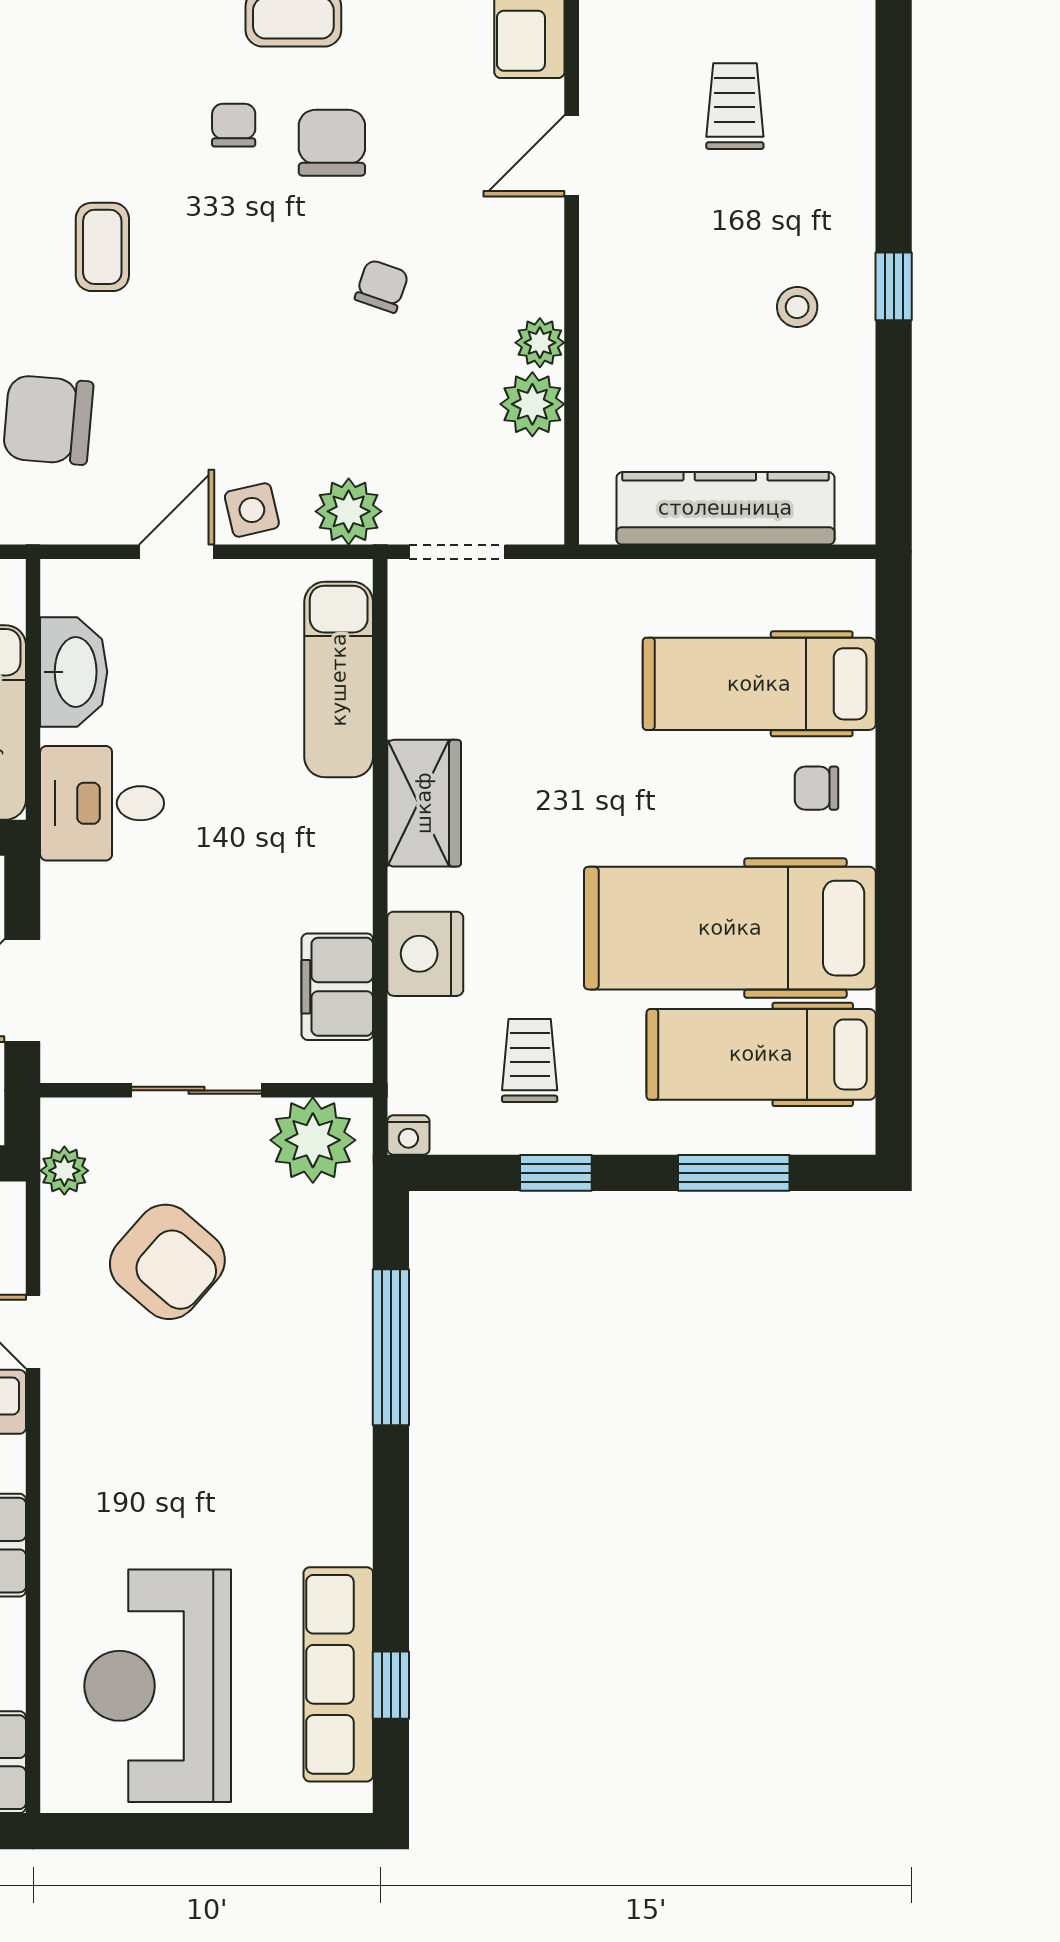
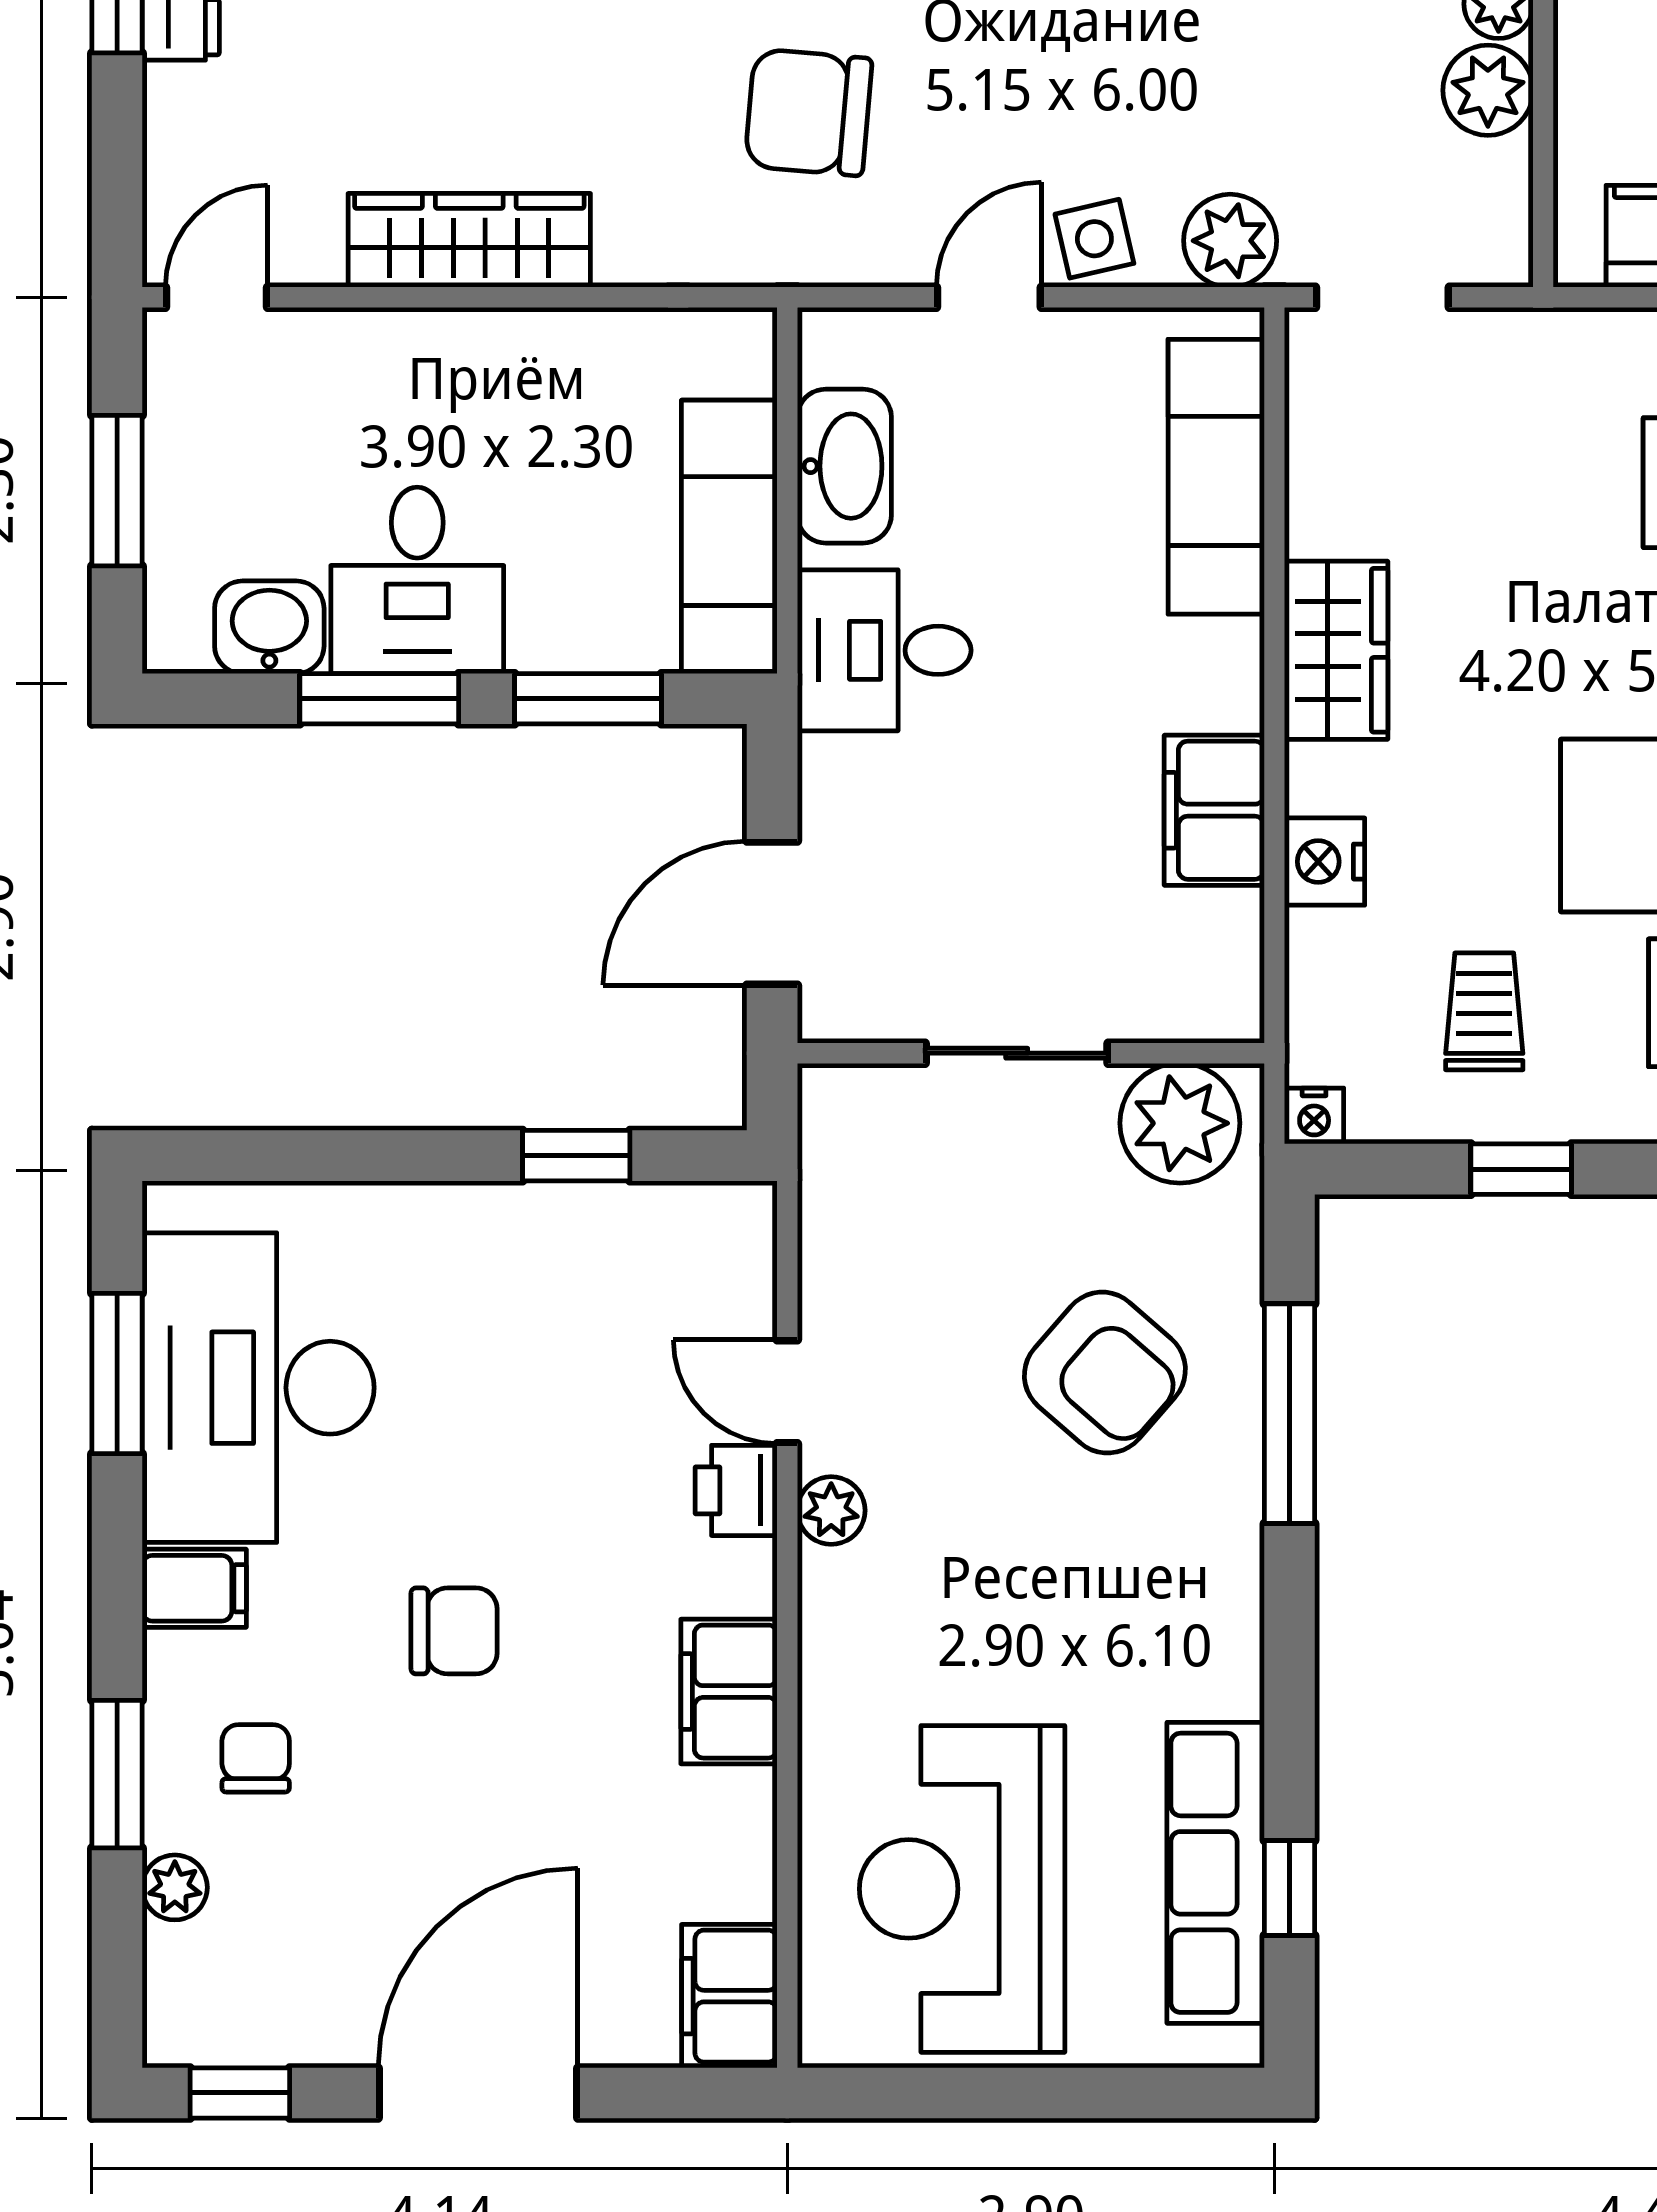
nightstand: (425, 954) -> (1325, 862), width x0.74, depth x0.75
filing cabinet: (337, 987) -> (1214, 810), moved
plant: (64, 1171) -> (831, 1510), moved
armchair: (167, 1262) -> (1105, 1373), moved

